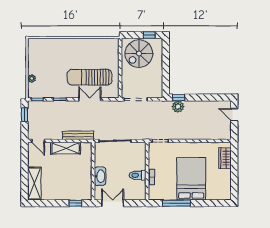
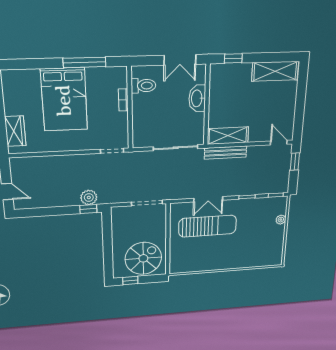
window: (25, 115) -> (295, 162), moved
shelving: (66, 148) -> (228, 136), moved
toilet: (138, 175) -> (143, 86), moved
shelving: (34, 184) -> (275, 71), moved, turned 90

